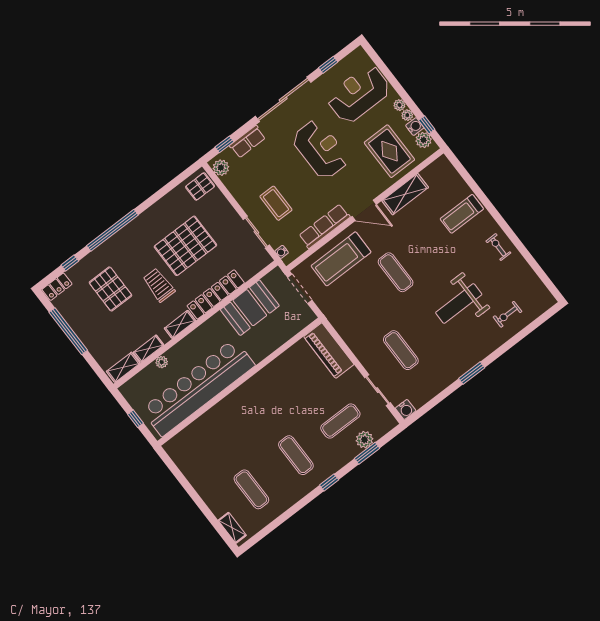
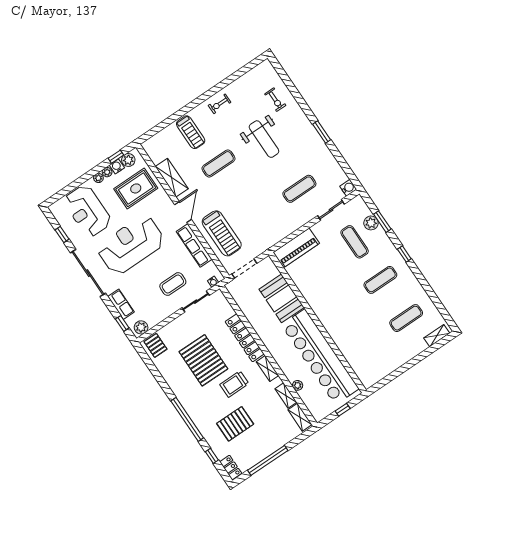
reception desk: (320, 149) -> (131, 245), width x1.36, depth x1.30
exercise mat: (396, 272) -> (218, 164), moved
booth: (250, 308) -> (282, 298), moved

